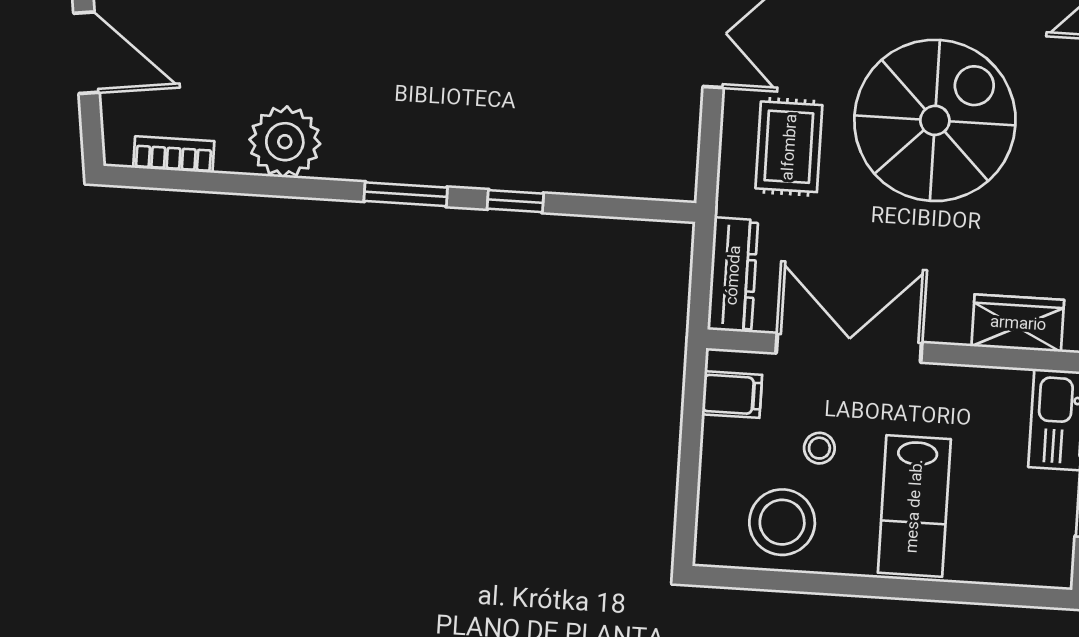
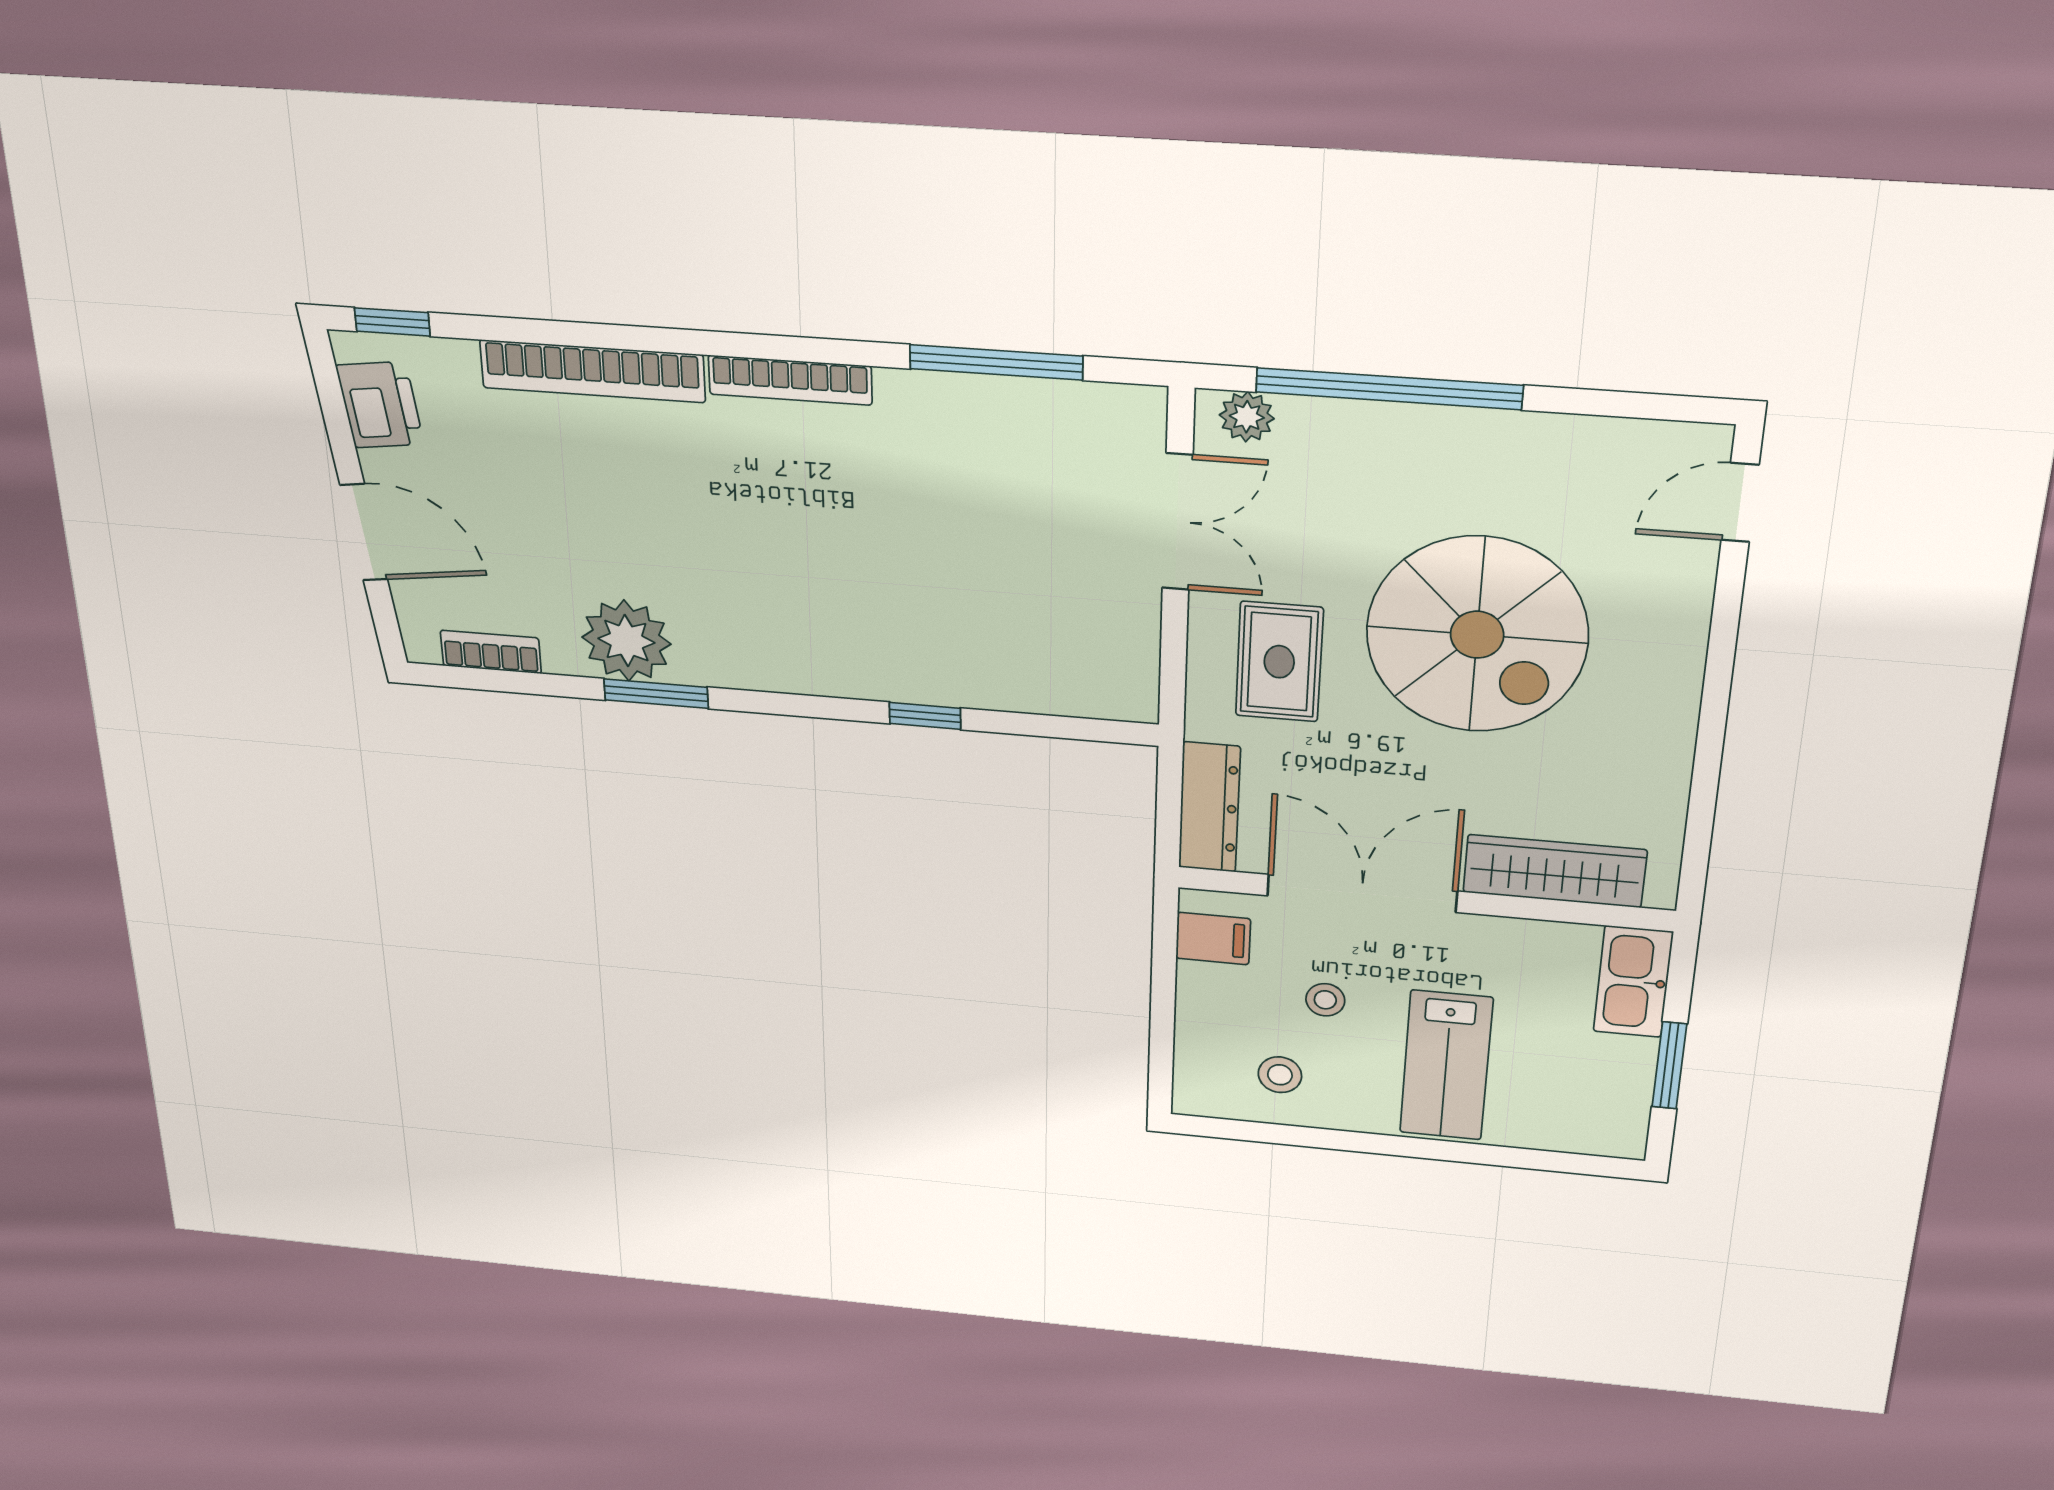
spiral stairs: (935, 120) -> (1477, 635), turned 90
window: (406, 194) -> (656, 694), moved
wardrobe: (1018, 323) -> (1555, 871), width x1.50
stool: (782, 522) -> (1280, 1075), width x0.53, depth x0.53

